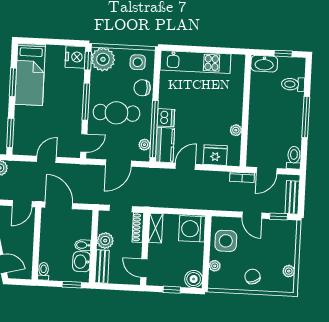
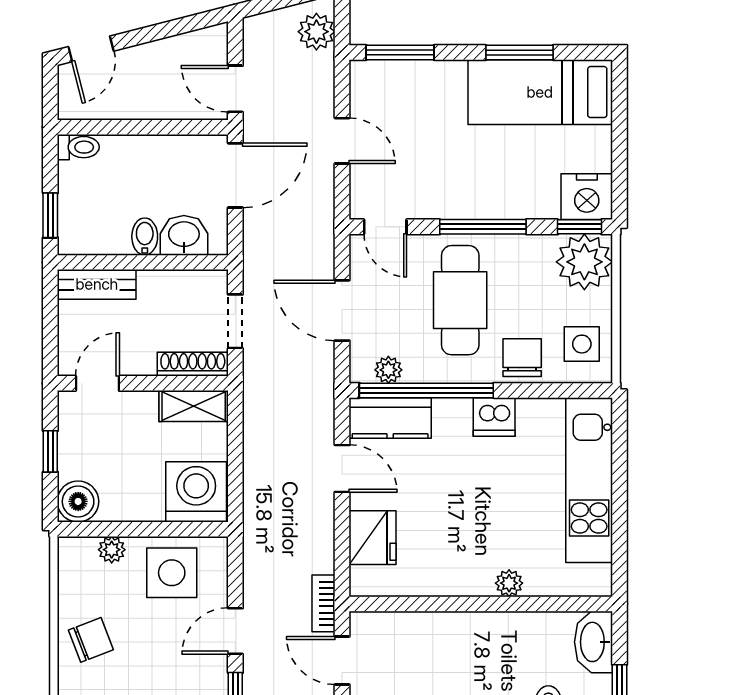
dishwasher: (166, 118) -> (494, 417), moved
plant: (236, 130) -> (509, 583), moved
plant: (105, 241) -> (158, 289), removed
washbasin: (81, 262) -> (184, 235), moved

